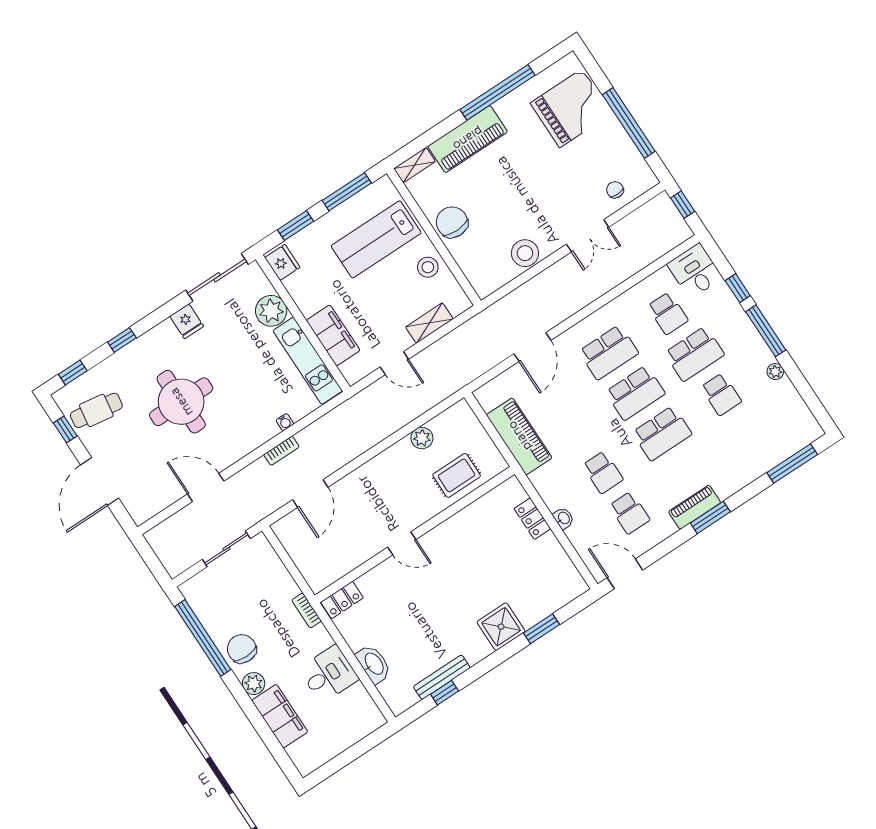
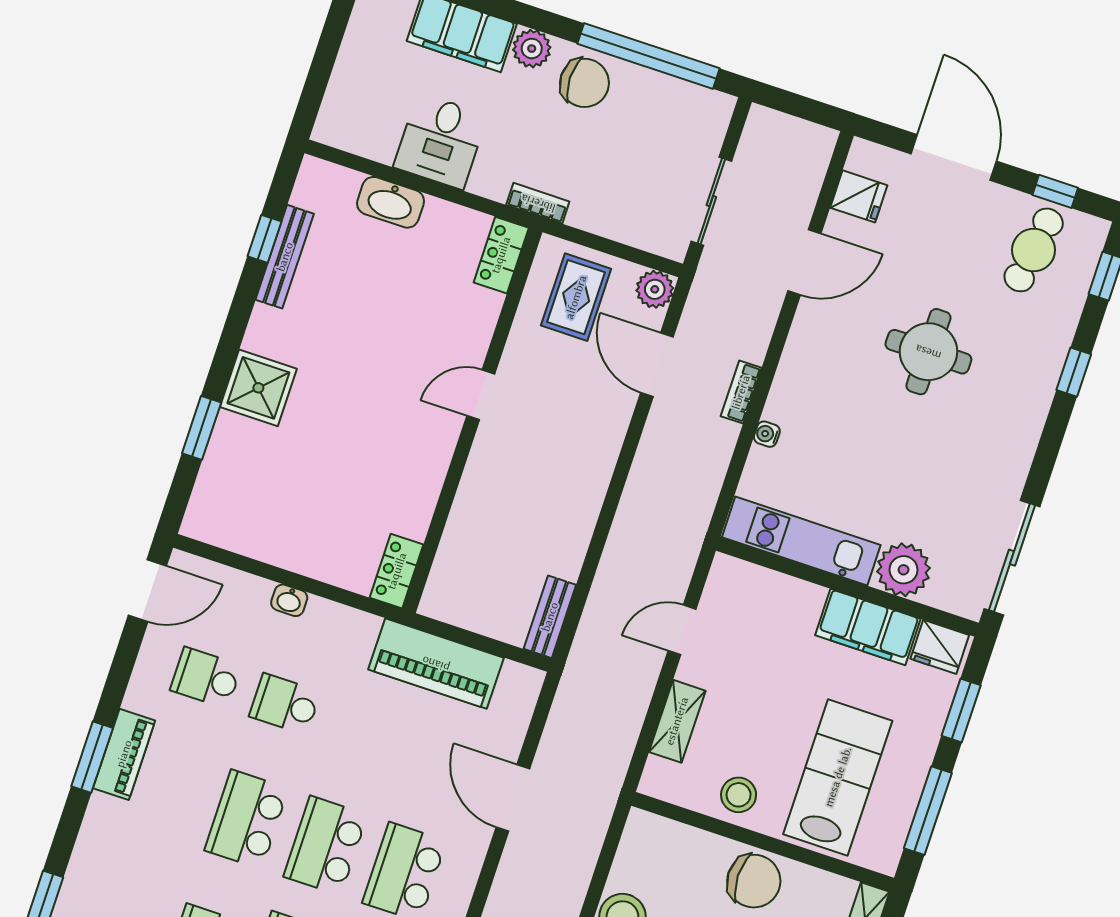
fridge: (187, 321) -> (859, 196), moved, turned 180
filing cabinet: (333, 335) -> (868, 627), moved
round table: (181, 402) -> (928, 352), width x0.73, depth x0.73
bench: (450, 417) -> (550, 617), added
plant: (422, 438) -> (655, 289), moved
rug: (457, 475) -> (576, 297), moved
locker: (532, 519) -> (397, 571), moved, turned -90

